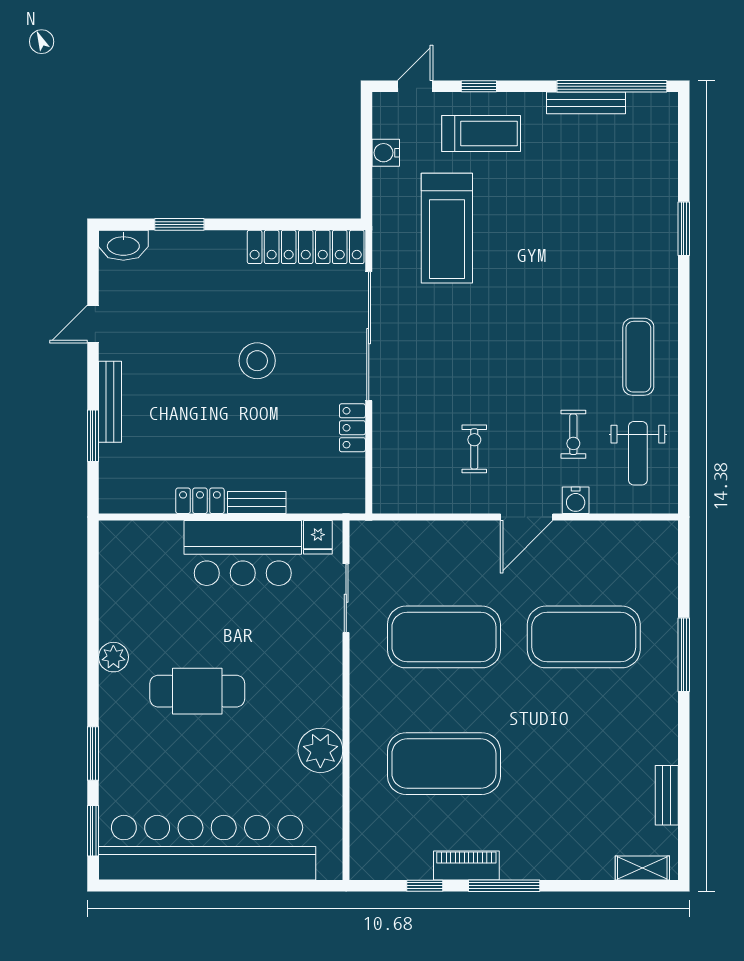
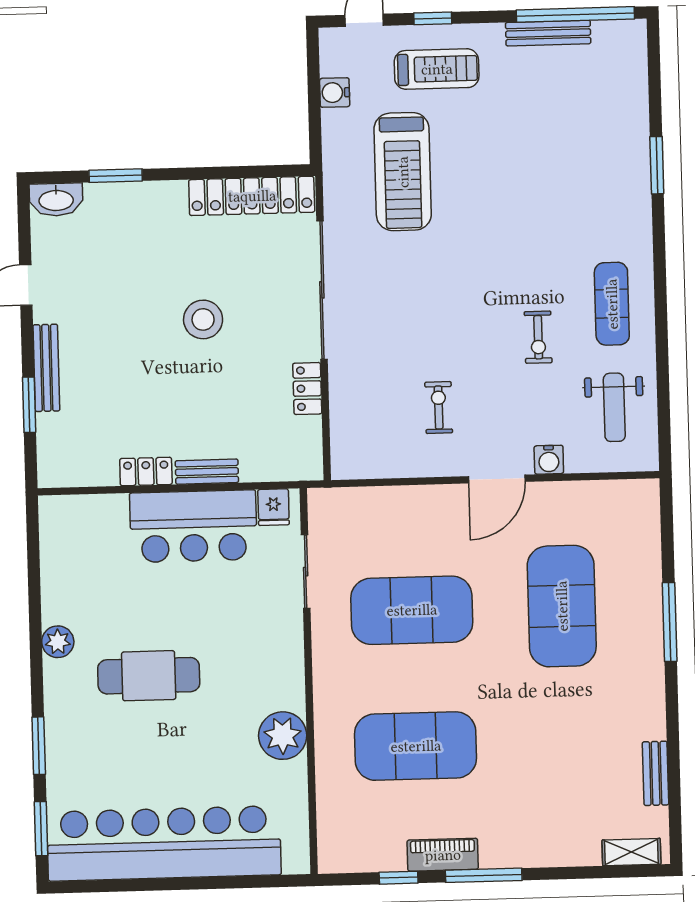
exercise bike: (573, 434) -> (538, 337), moved
exercise mat: (584, 637) -> (562, 606), turned 90

